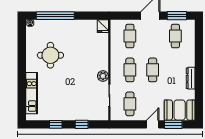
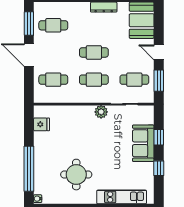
fridge: (103, 26) -> (42, 124), moved
sofa: (77, 111) -> (143, 143), added
window: (173, 124) -> (159, 81), moved

